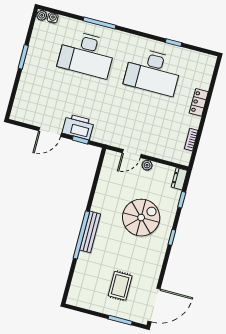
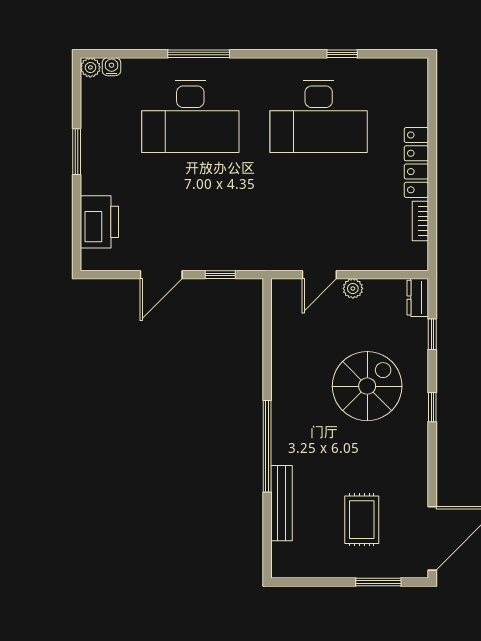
locker: (199, 102) -> (416, 162), width x1.53
printer: (78, 127) -> (99, 222), moved, turned 90
bench: (90, 232) -> (282, 503), moved

